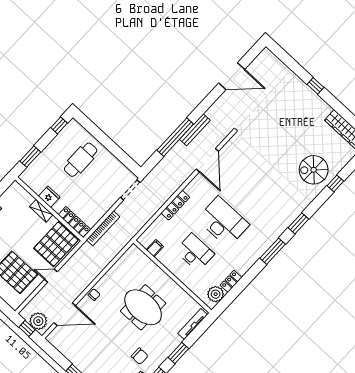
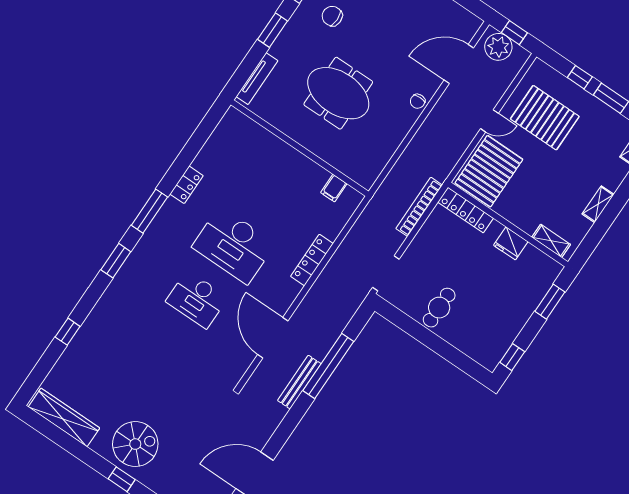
cafe table: (81, 160) -> (439, 308), moved, width x0.73, depth x0.74
spiral stairs: (314, 170) -> (135, 444), moved
shelving: (41, 211) -> (551, 241), moved
desk: (195, 252) -> (197, 299), moved
locker: (231, 281) -> (187, 185), moved
plant: (216, 294) -> (228, 131), removed

